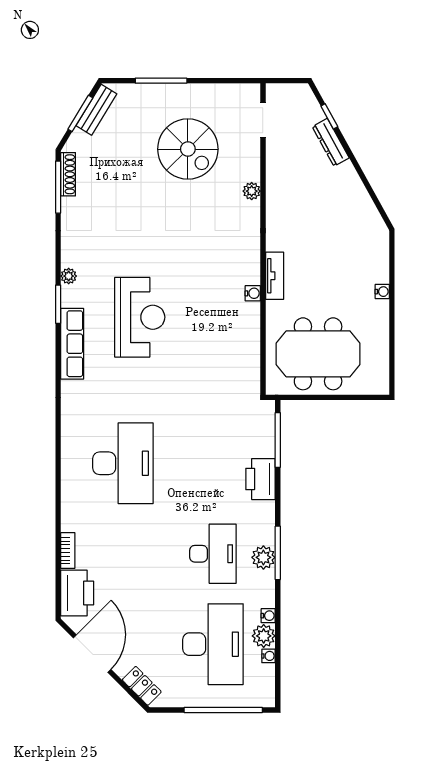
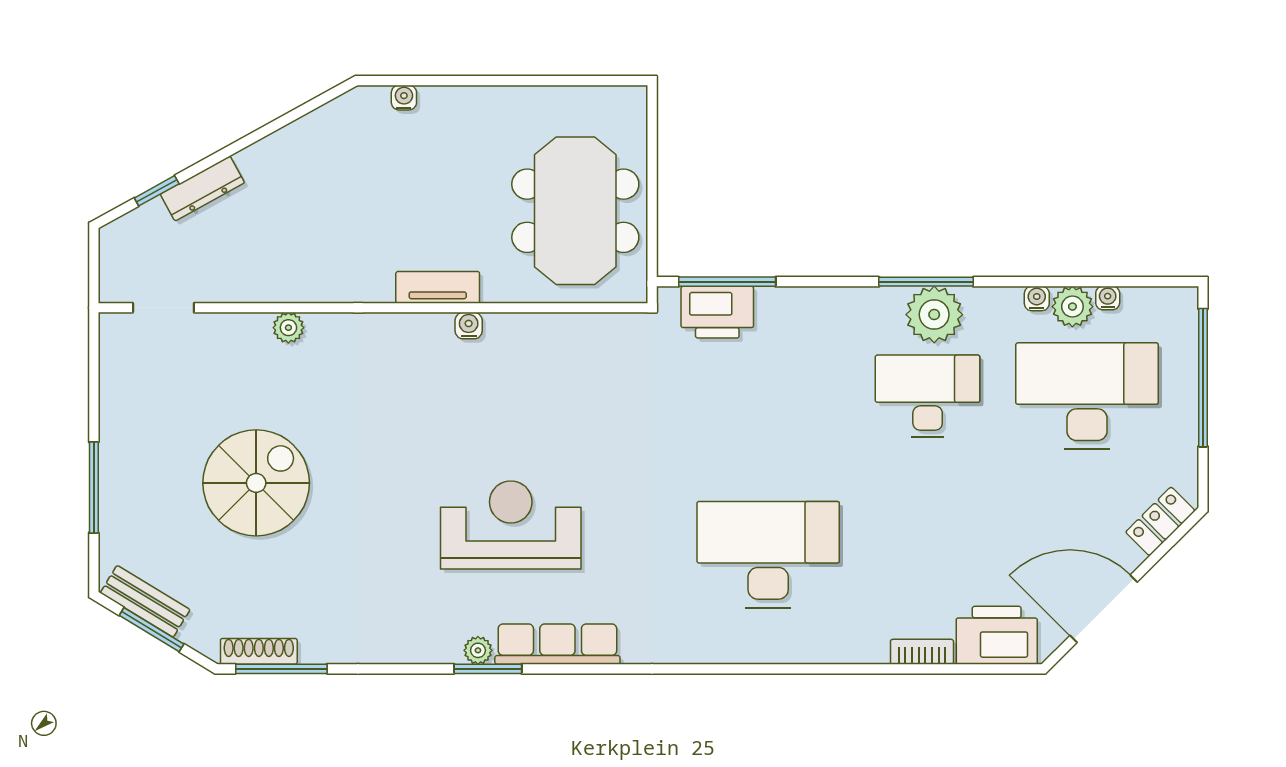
spiral stairs: (188, 149) -> (256, 483), moved
plant: (69, 276) -> (478, 650), moved
water cooler: (382, 292) -> (404, 98), moved
printer: (260, 479) -> (717, 312), moved
plant: (263, 557) -> (934, 315), width x1.36, depth x1.36

